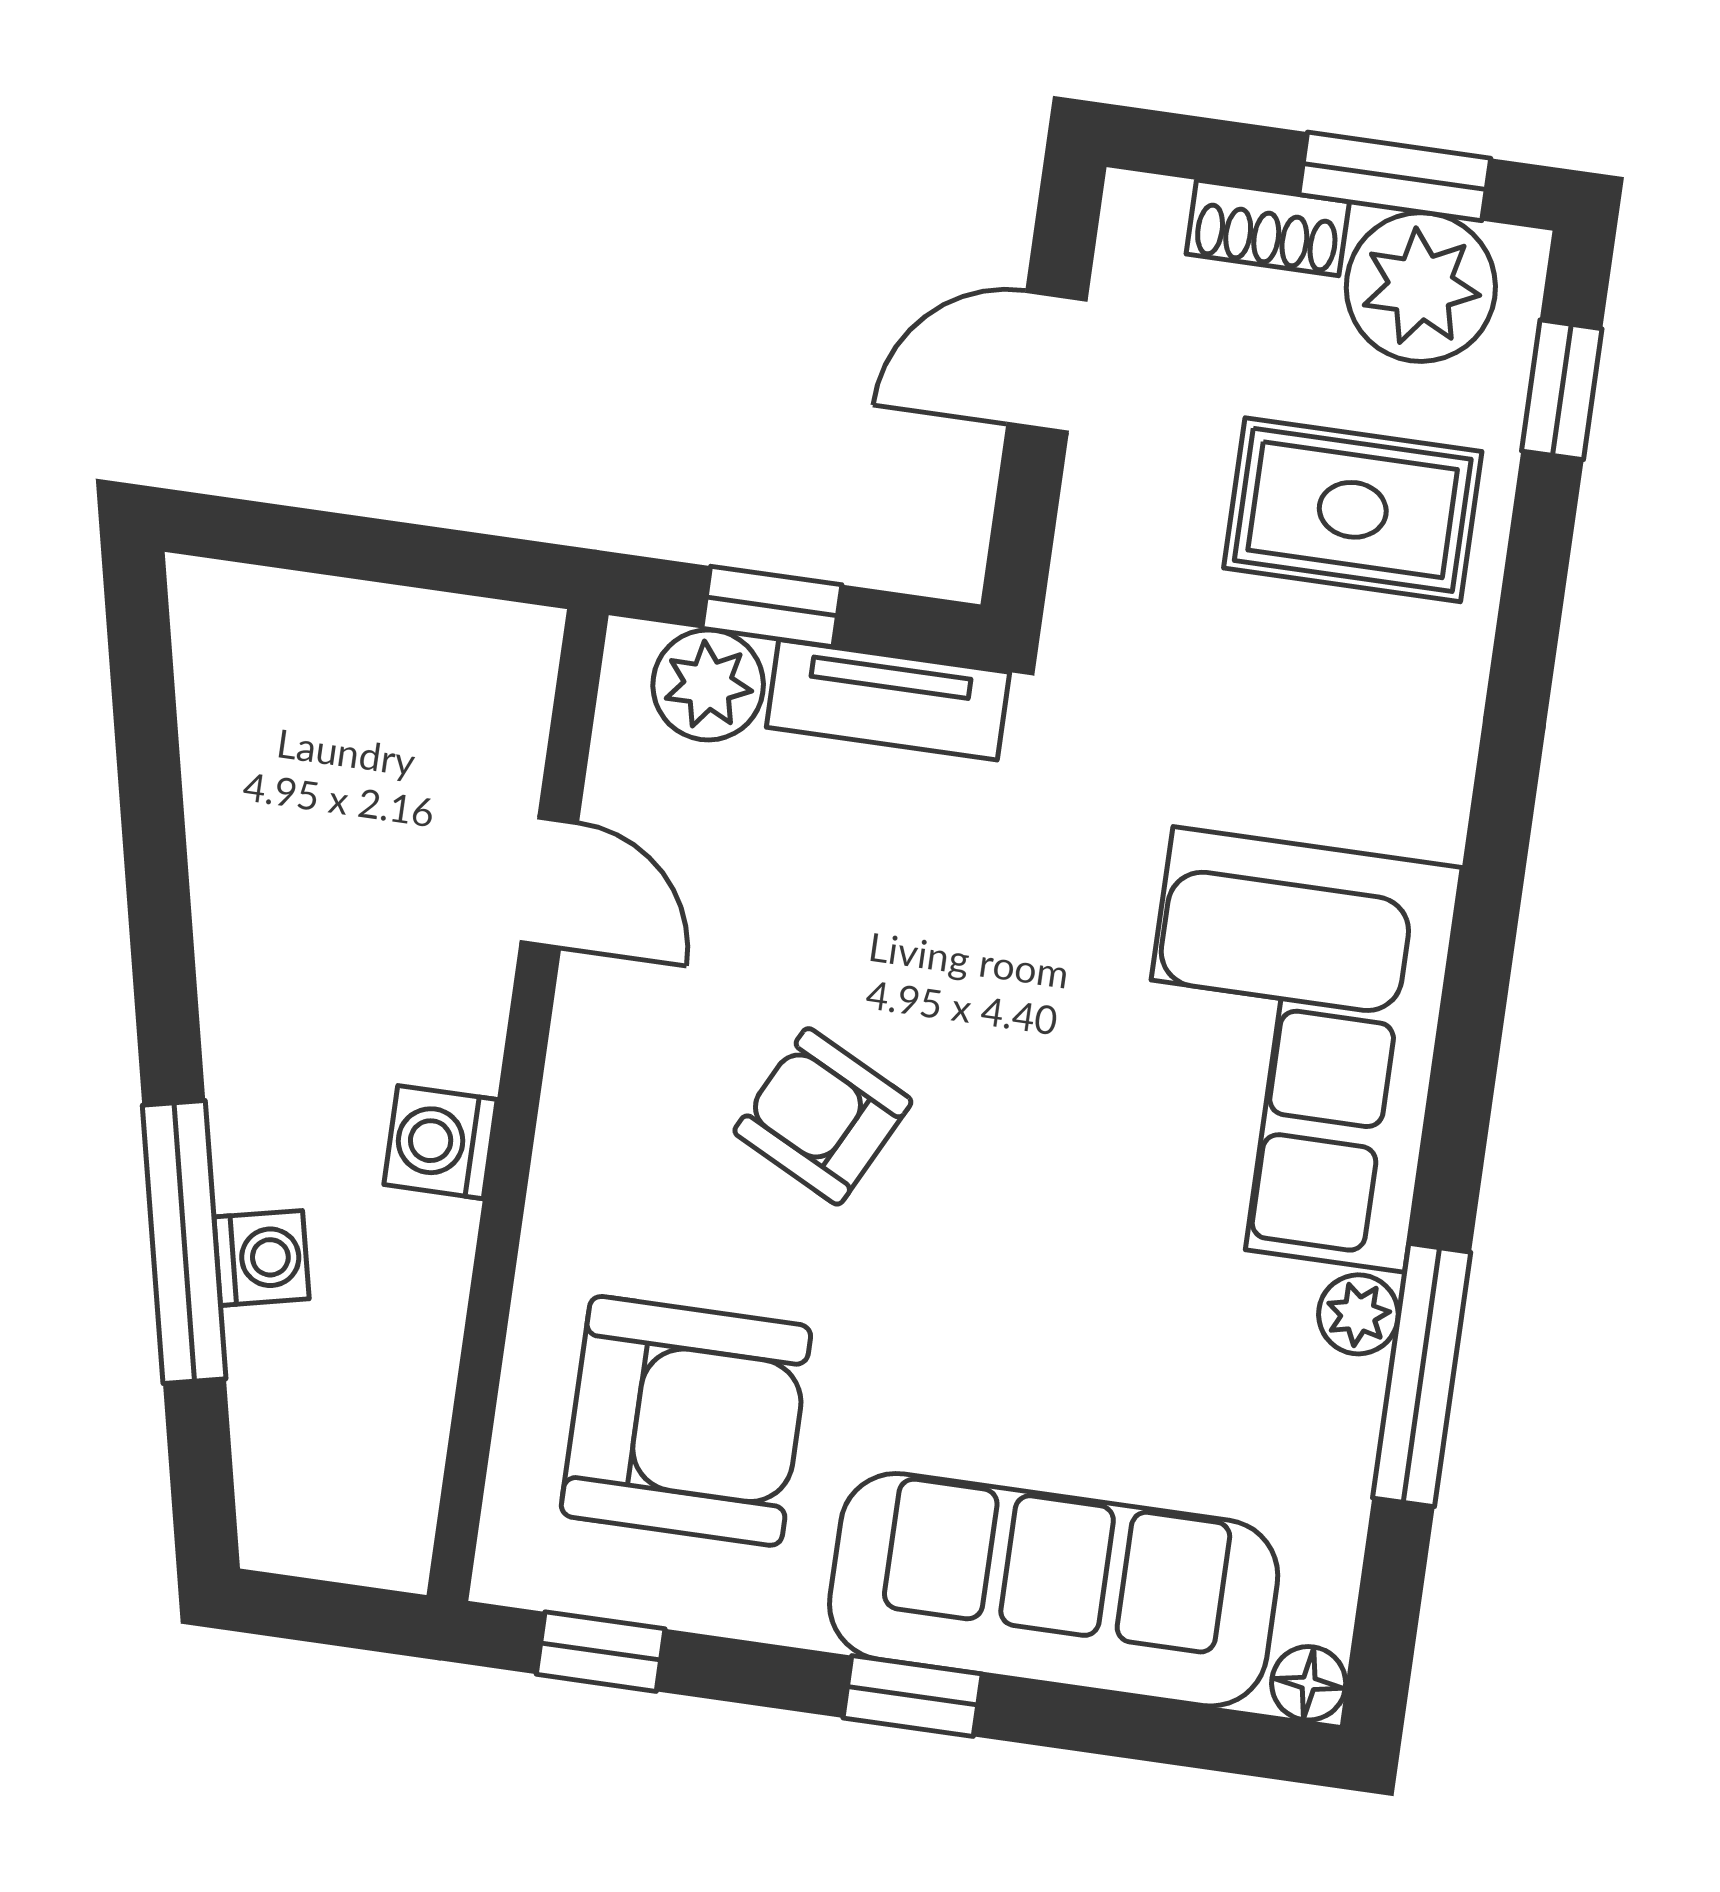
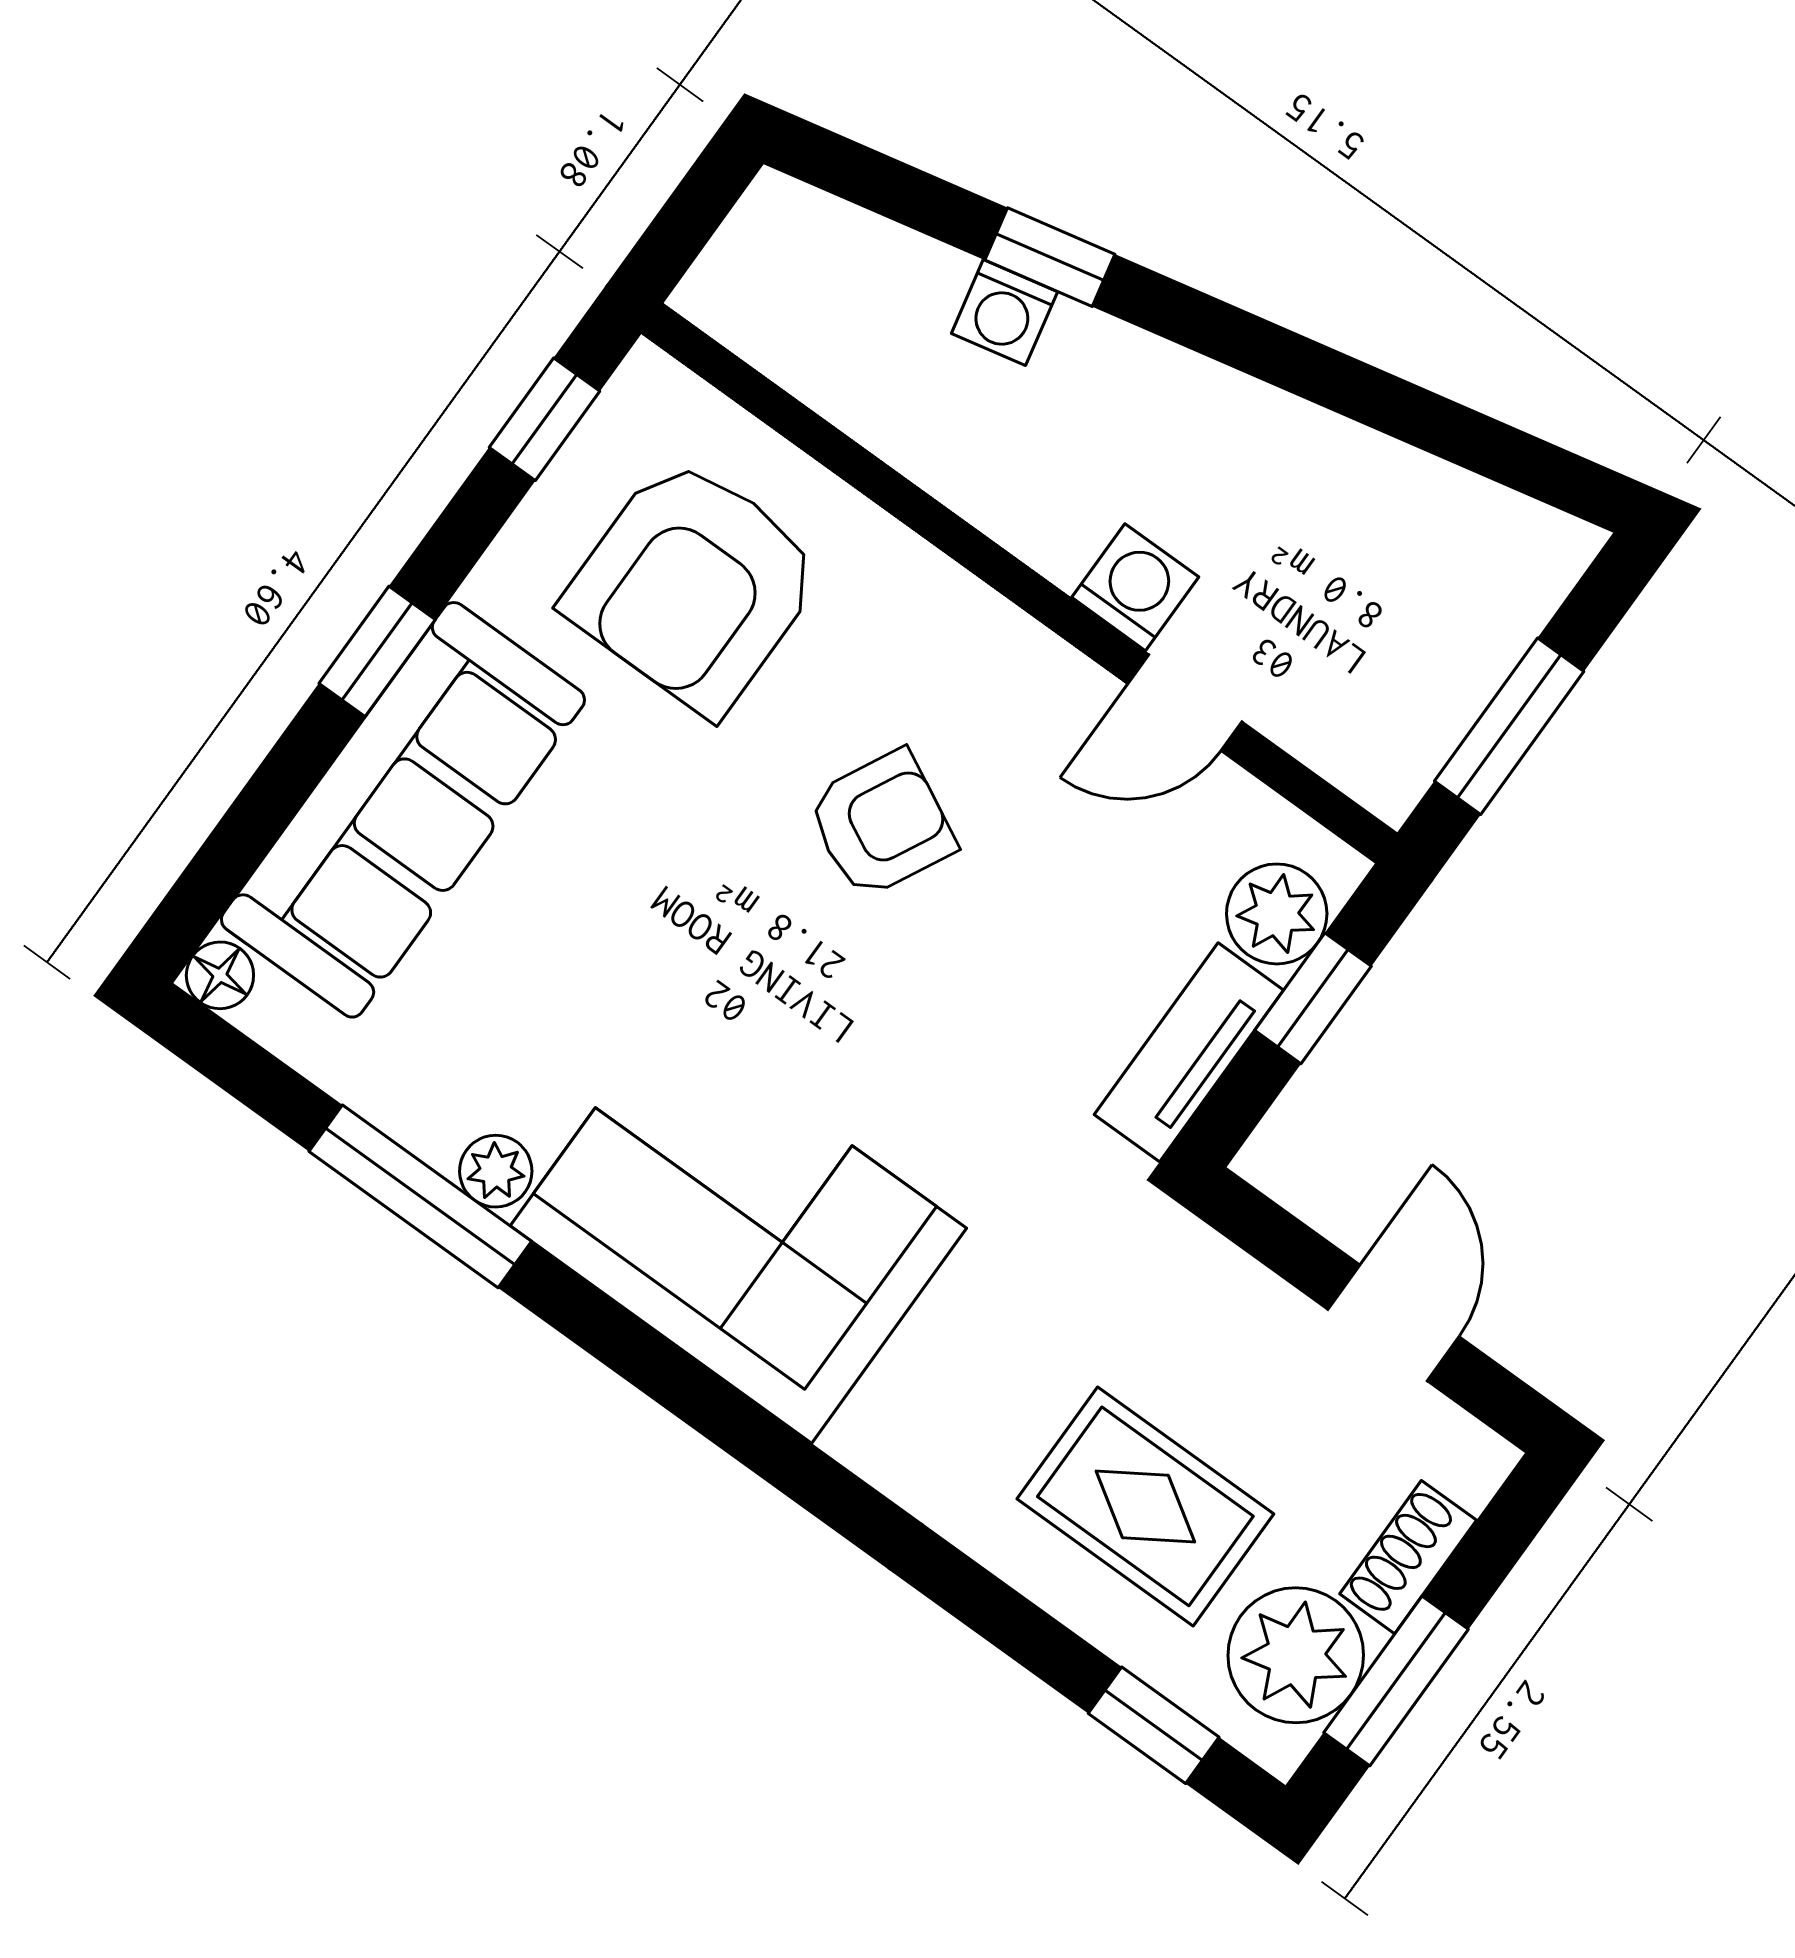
rug: (1353, 510) -> (1145, 1506), turned 90
window: (406, 554) -> (1509, 726), added
washing machine: (441, 1142) -> (1135, 587), moved
window: (184, 1242) -> (1050, 257), width x0.46

